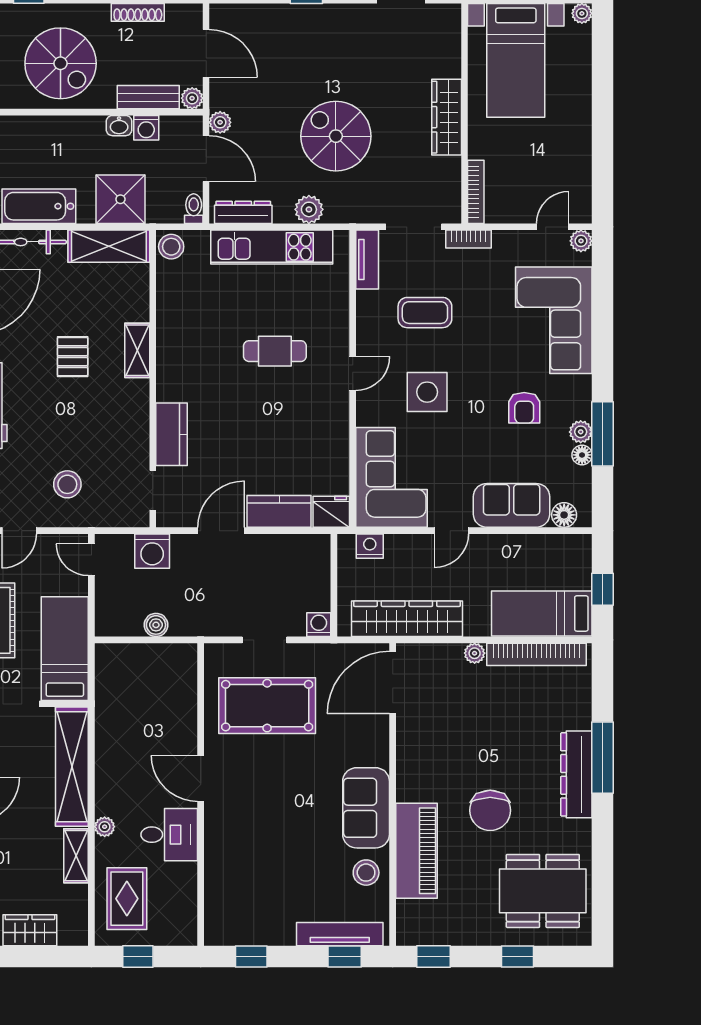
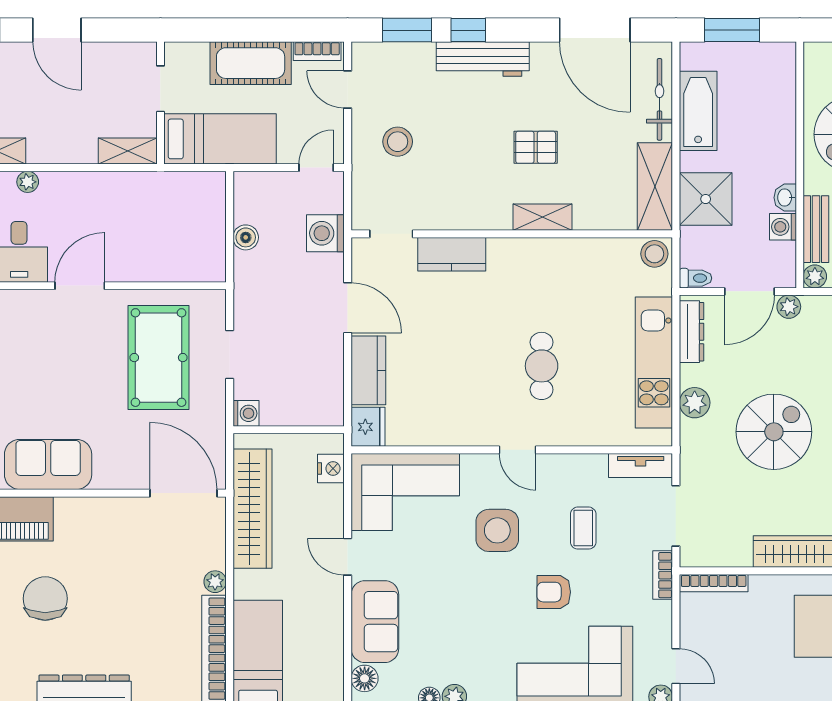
coffee table: (425, 313) -> (583, 528), width x0.73, depth x0.77
armchair: (524, 408) -> (554, 592), moved
shelving: (72, 767) -> (128, 151), width x0.45, depth x0.75
chair: (490, 810) -> (45, 599), turned 90

